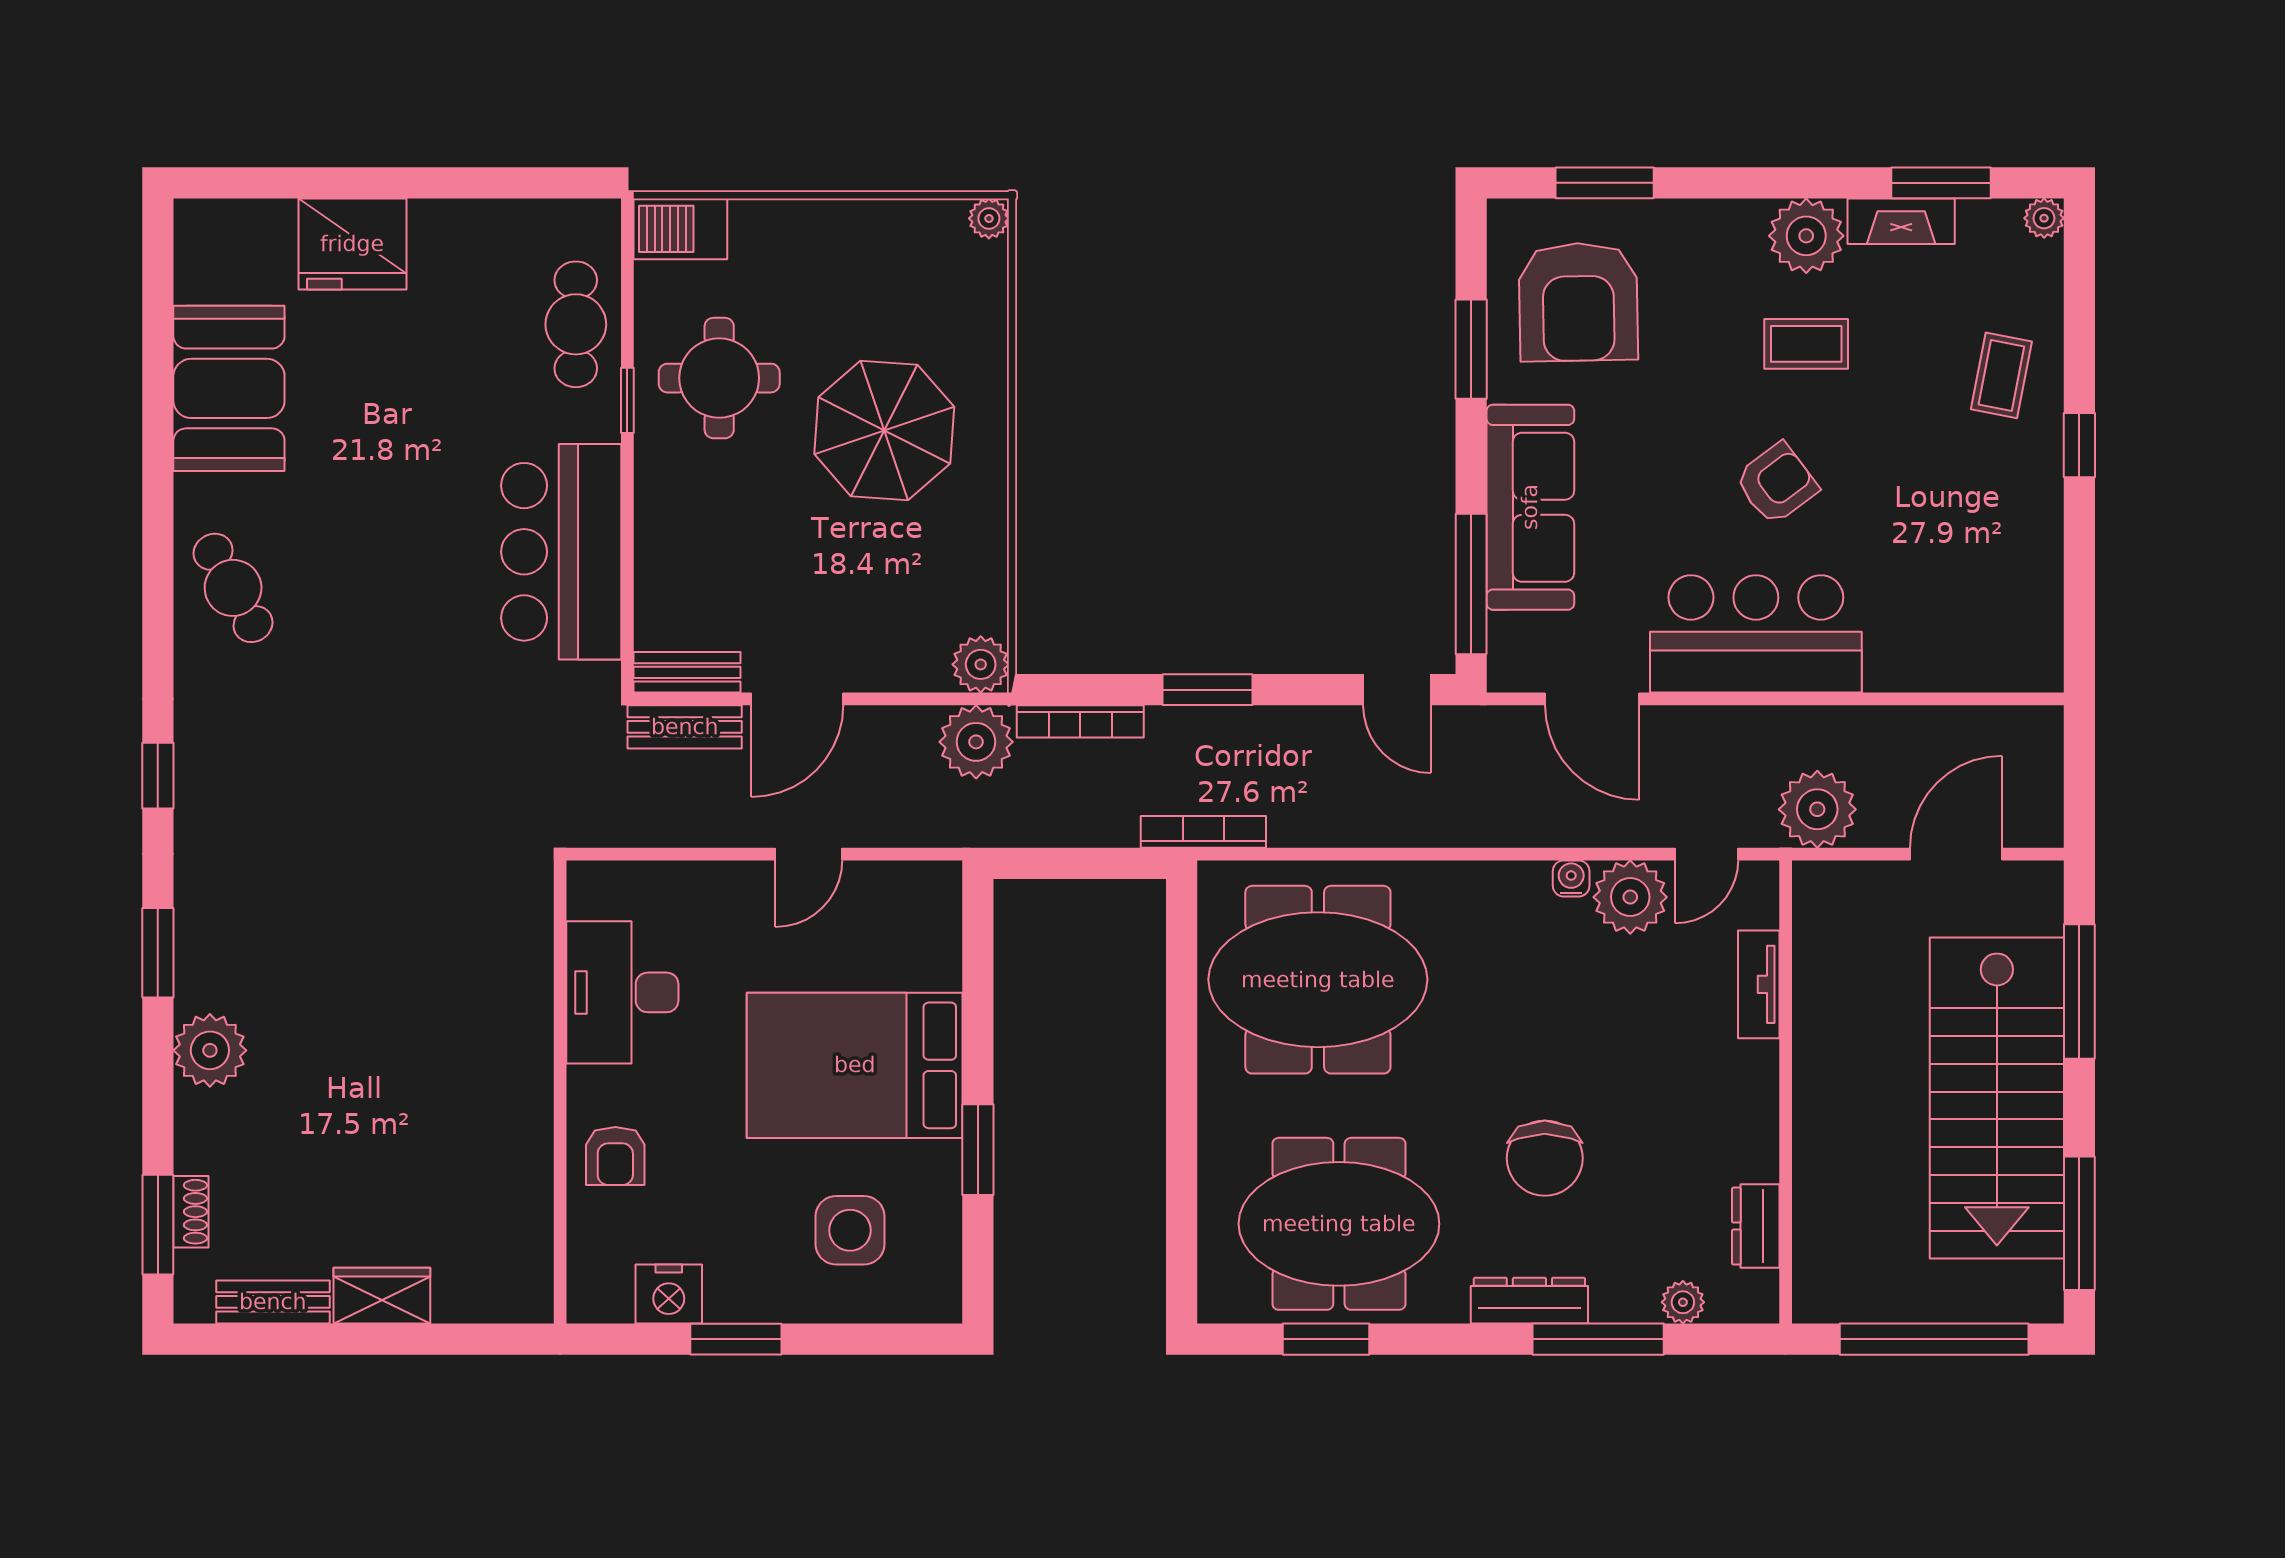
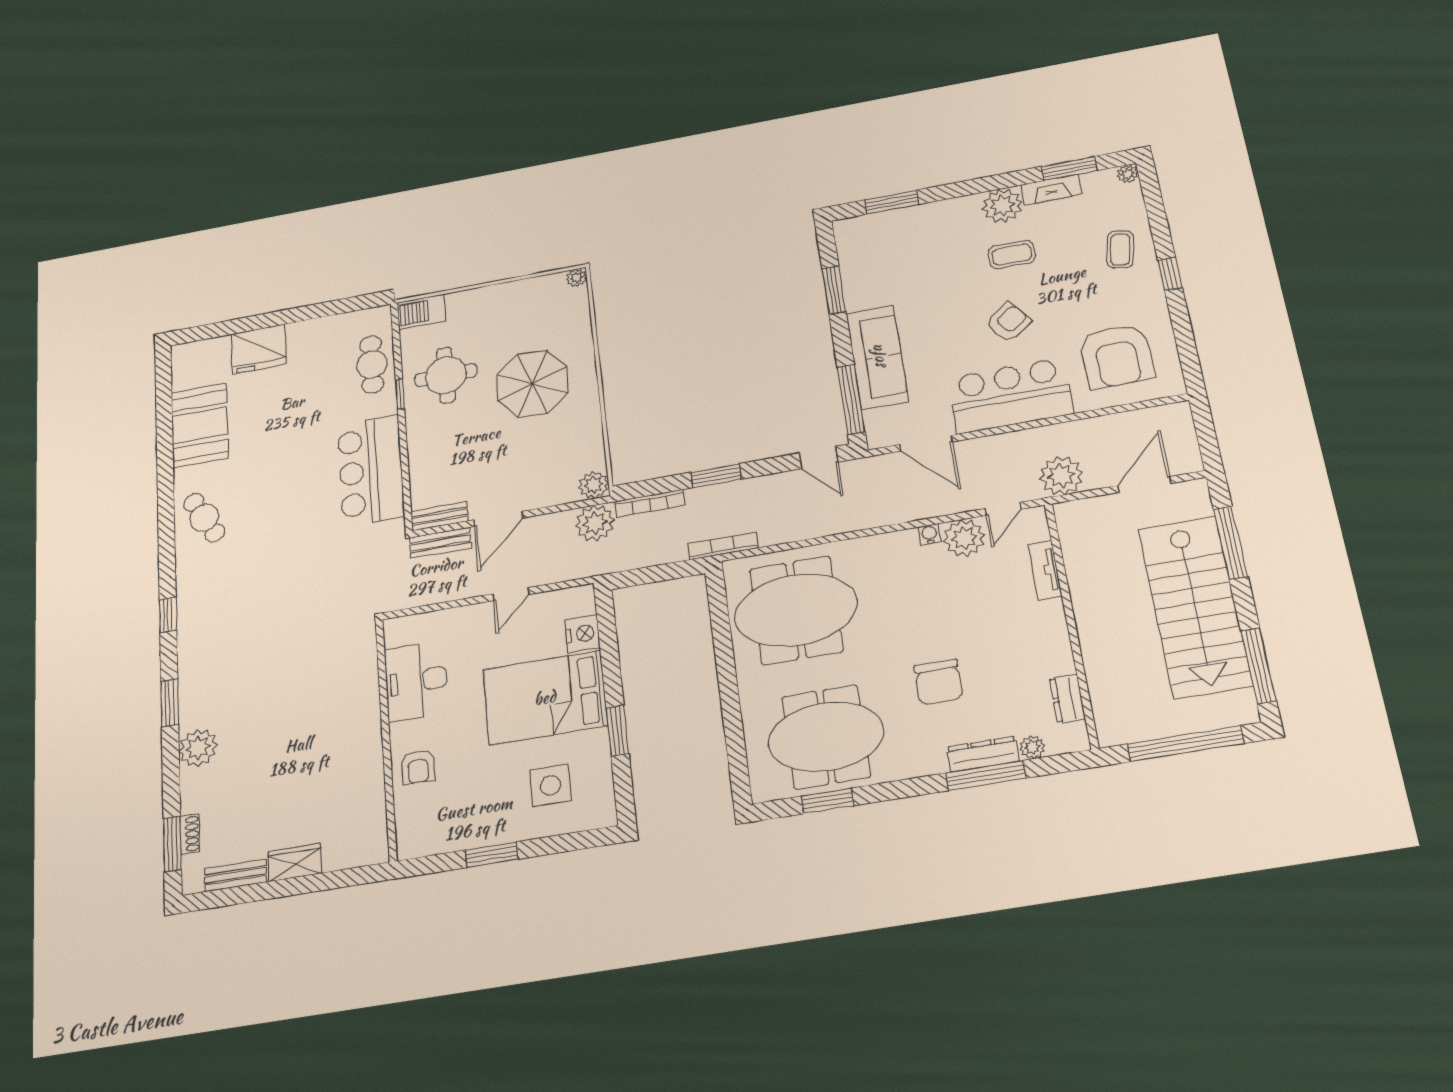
armchair: (1578, 302) -> (1117, 356), moved
nightstand: (669, 1294) -> (583, 634), moved, turned -90
dresser: (1529, 1301) -> (983, 754), moved

